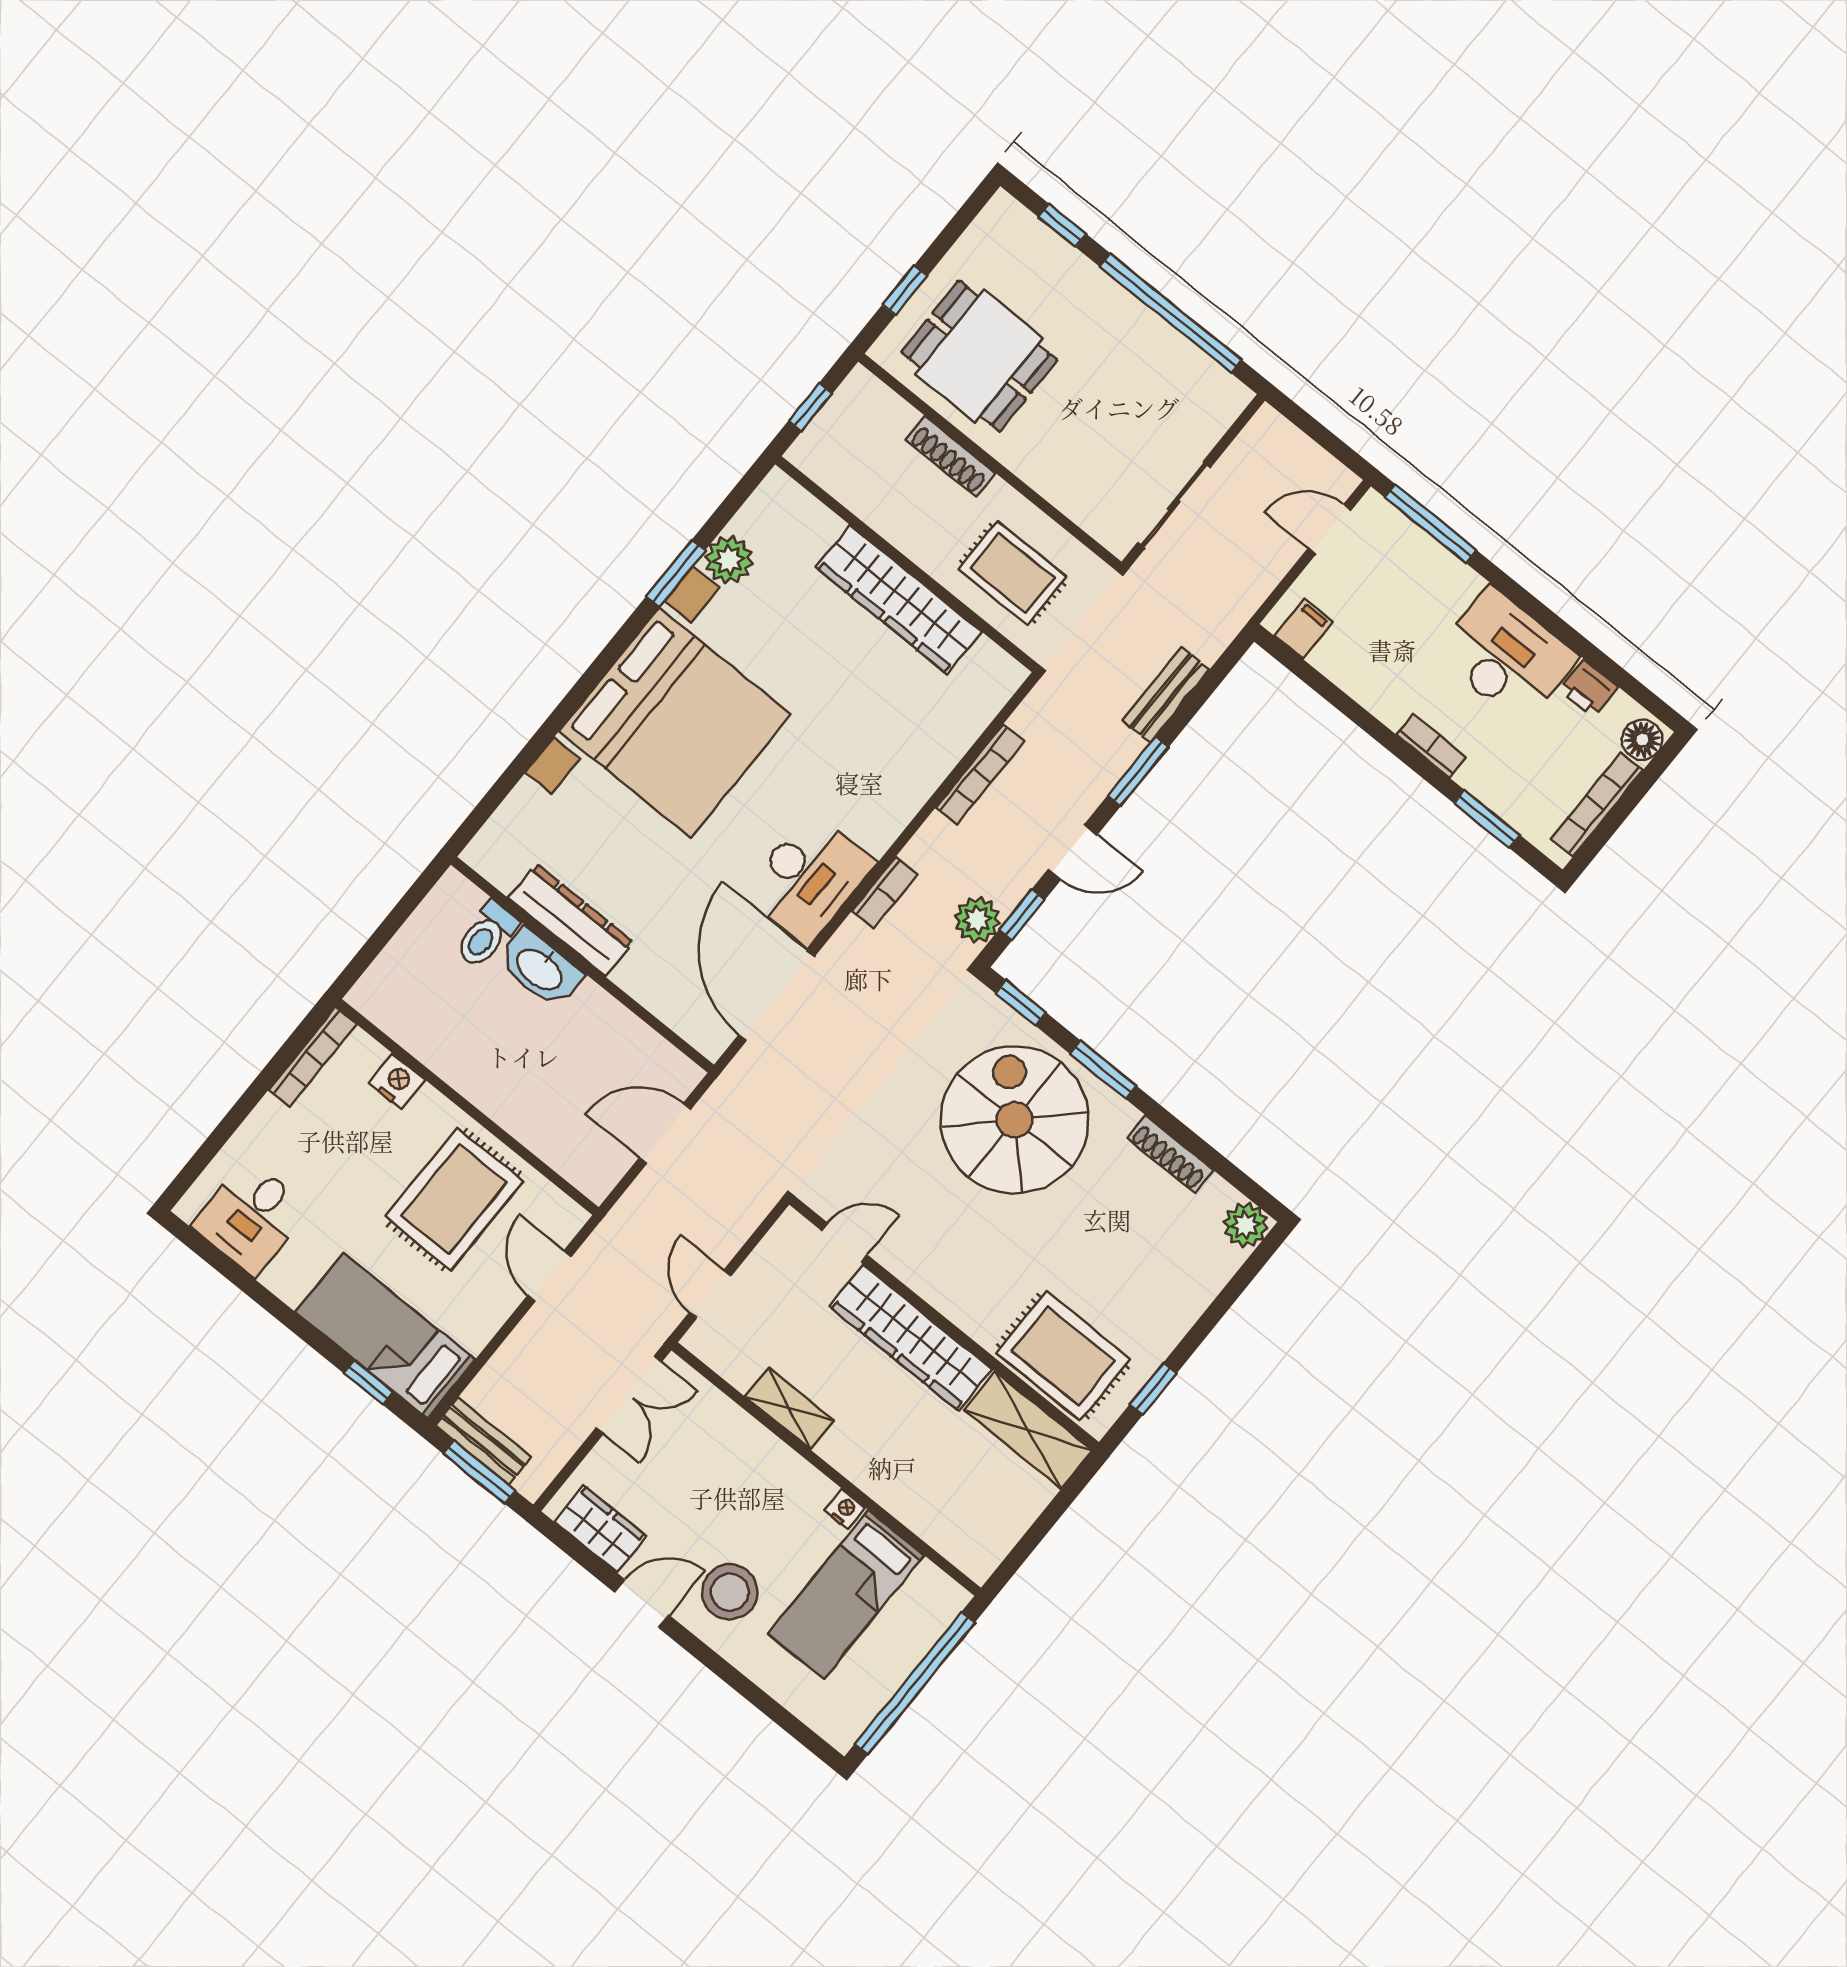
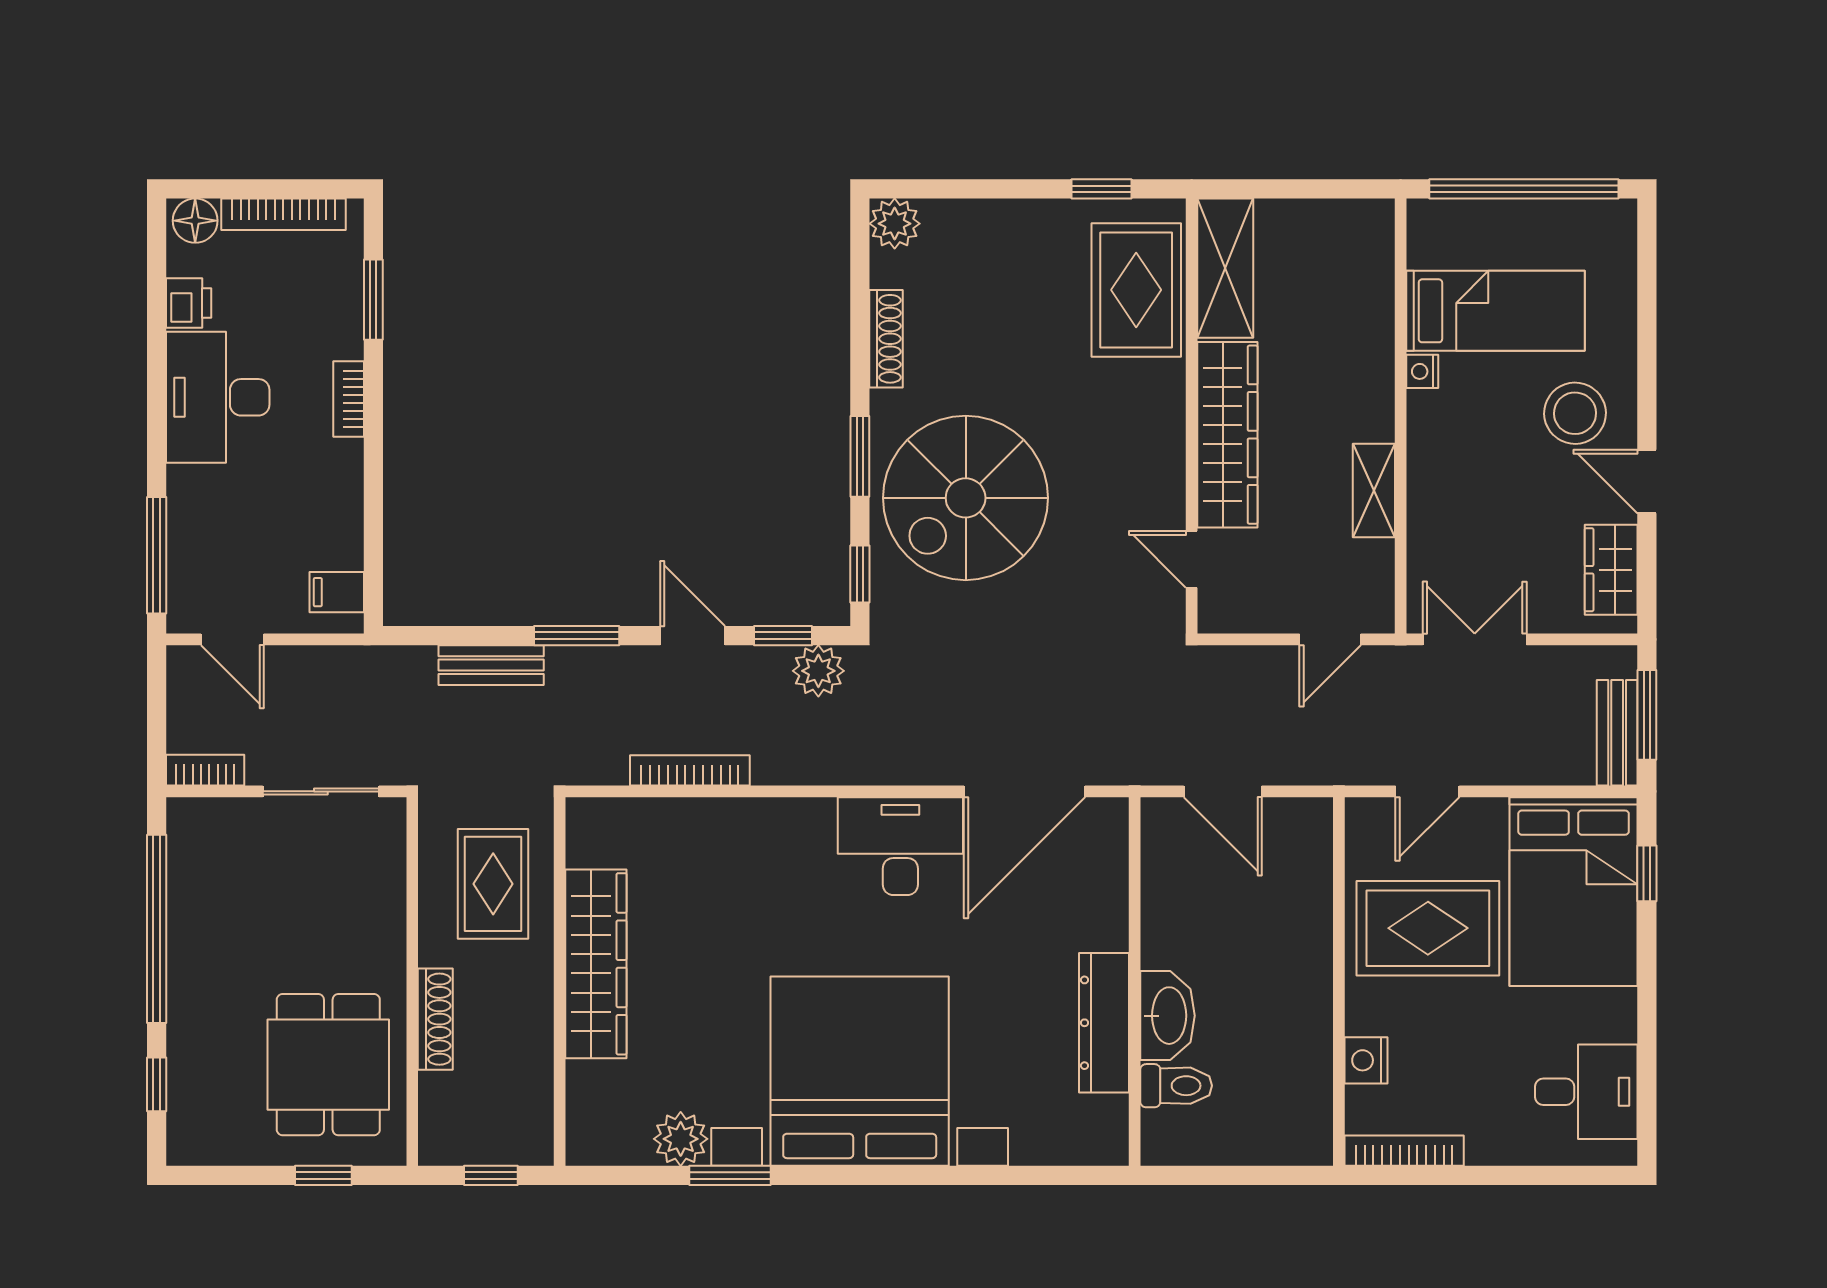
bookcase: (884, 893) -> (205, 770), moved
bed: (385, 1336) -> (1574, 892), width x1.50

